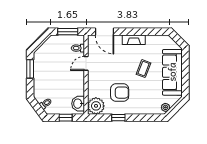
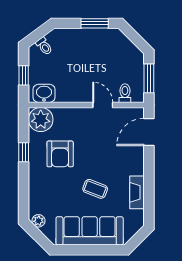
fireplace: (134, 40) -> (137, 192), moved

